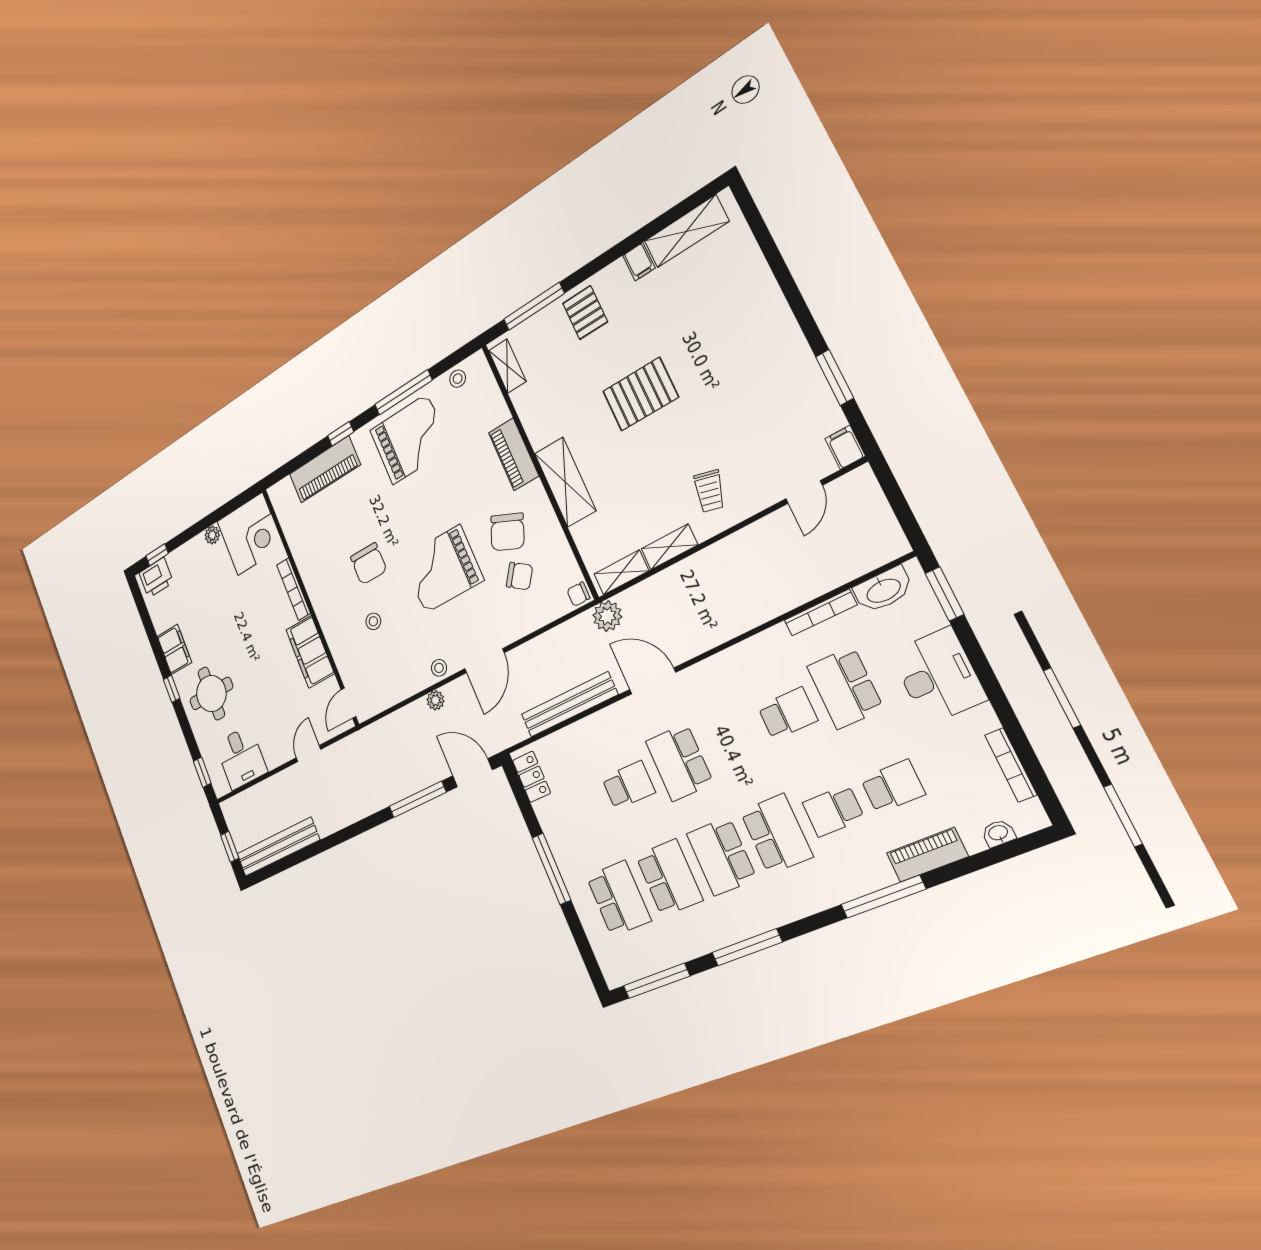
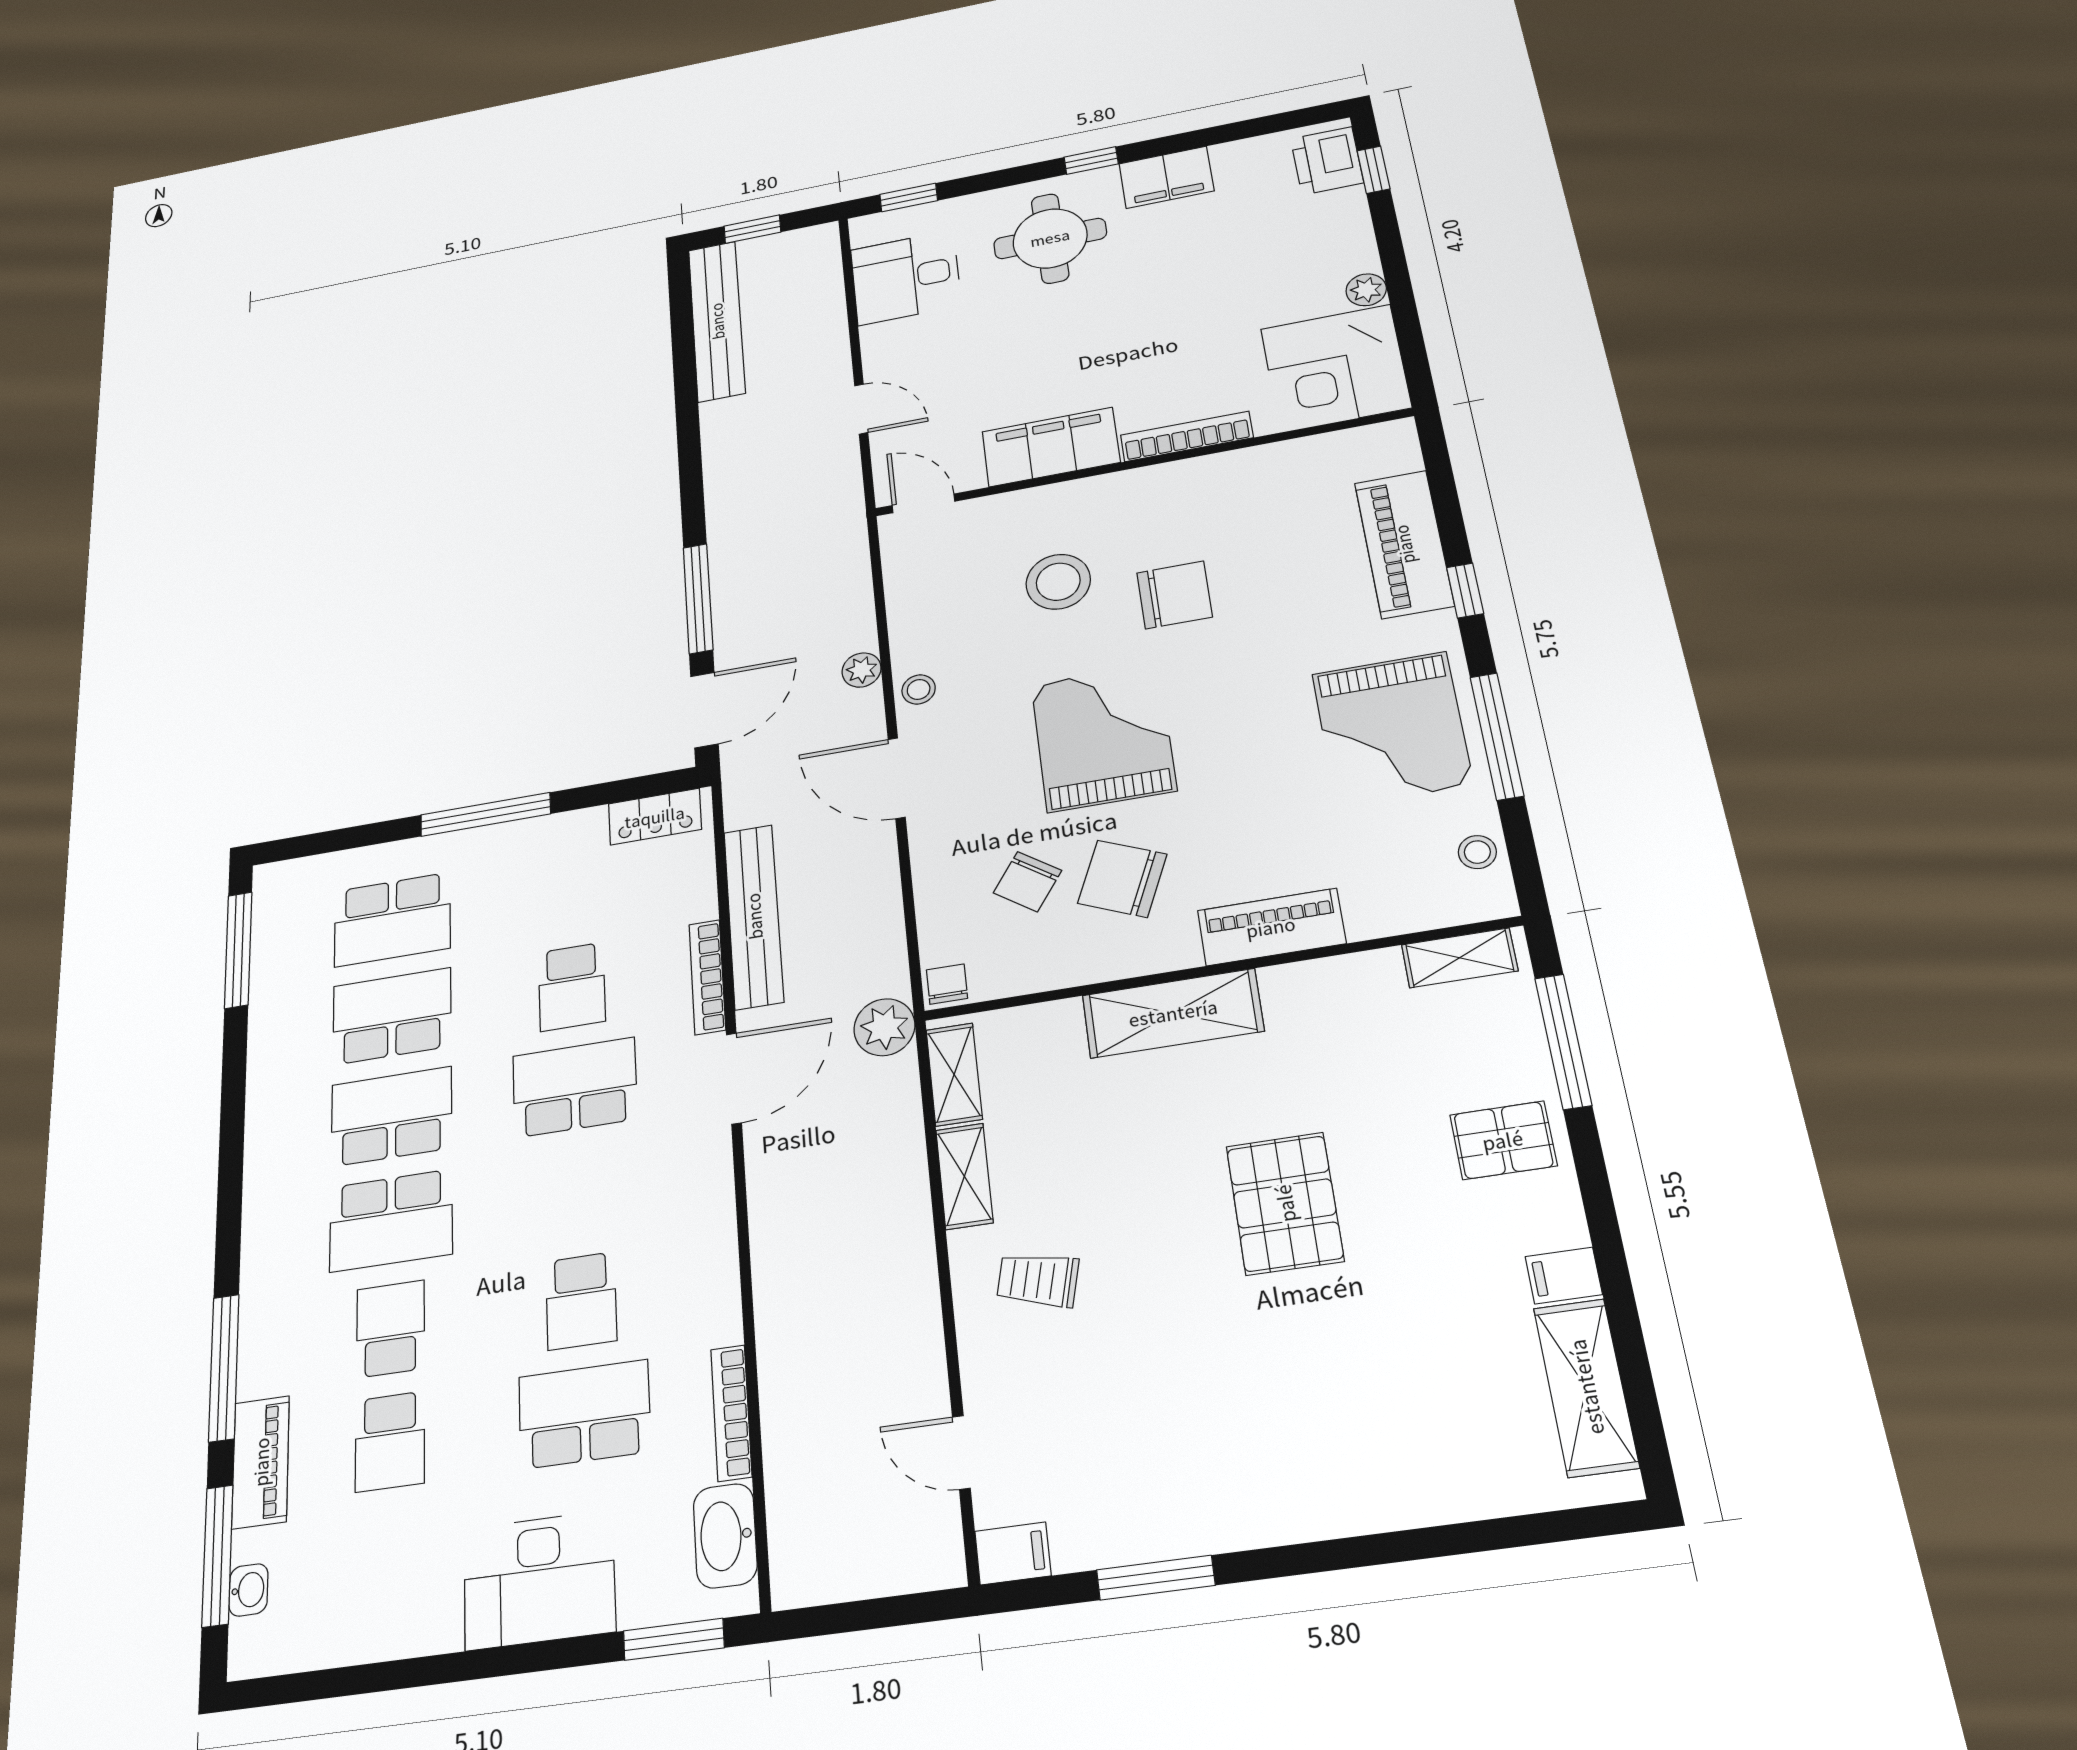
chair: (369, 564) -> (1175, 595), turned 180
stool: (373, 621) -> (1058, 582), width x1.89, depth x1.89
bookcase: (1011, 765) -> (707, 977), moved, turned -90
school desk: (669, 878) -> (392, 1016), turned 180
window: (747, 947) -> (217, 1556), moved

